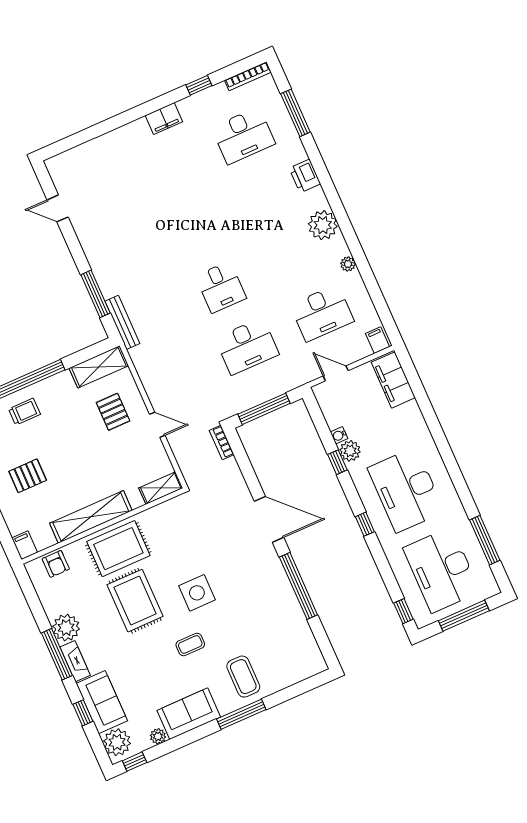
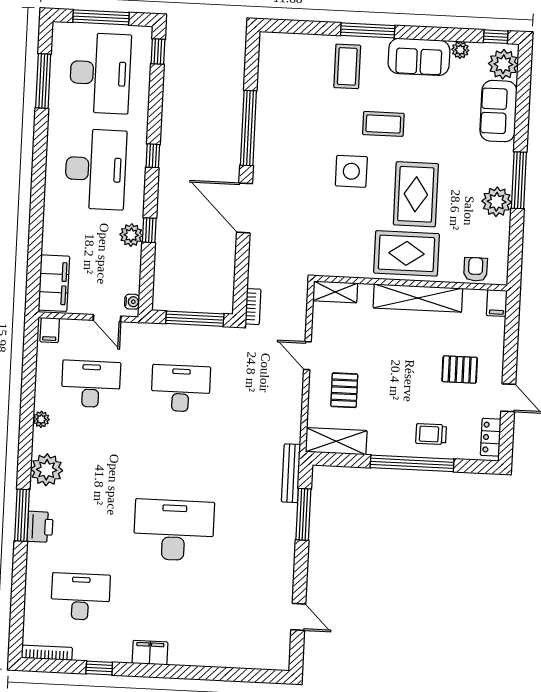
window: (295, 113) -> (22, 515), moved
desk: (221, 287) -> (174, 530), moved, width x1.87, depth x1.30
water cooler: (339, 435) -> (132, 302), moved
coffee table: (190, 644) -> (383, 124), width x1.36, depth x1.30
fireplace: (75, 661) -> (504, 164), removed
window: (83, 713) -> (522, 110), removed

